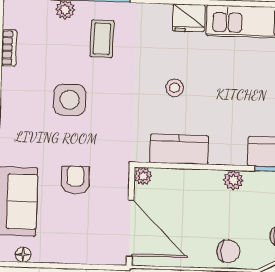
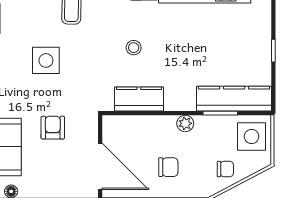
plant: (143, 176) -> (109, 123), removed
chair: (228, 251) -> (168, 167), moved

